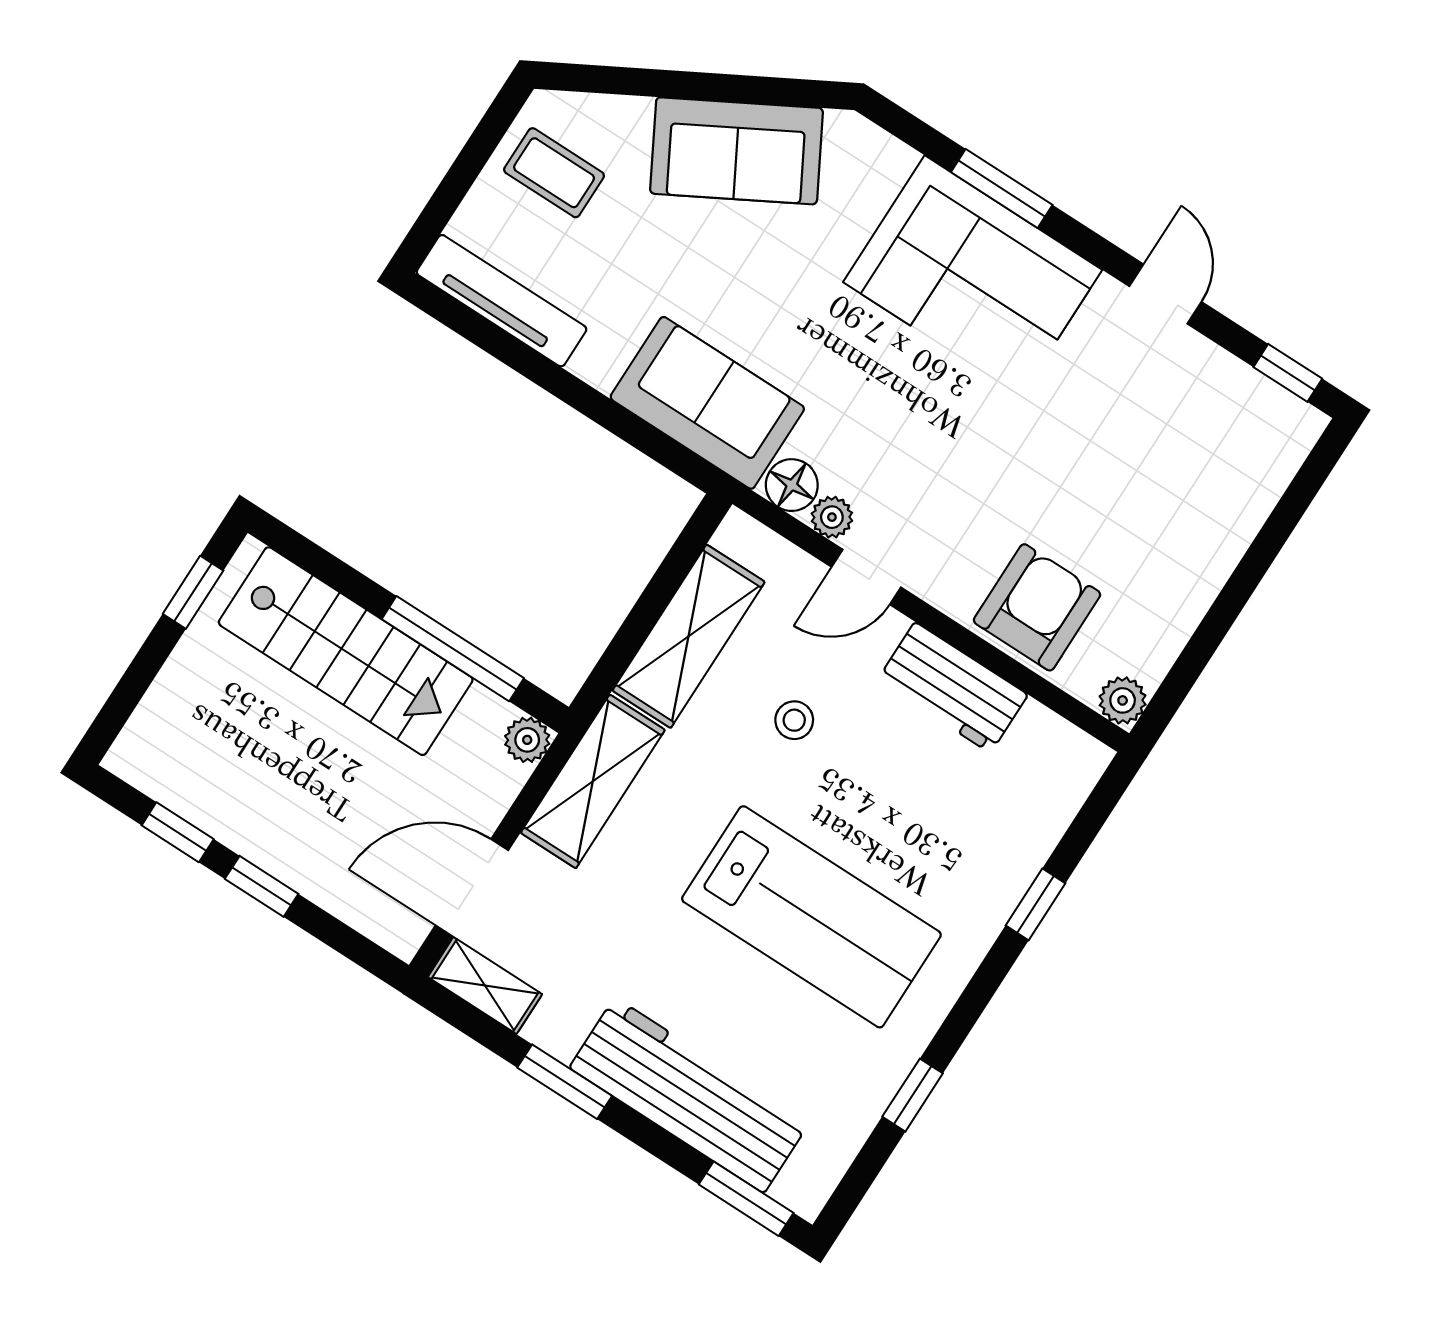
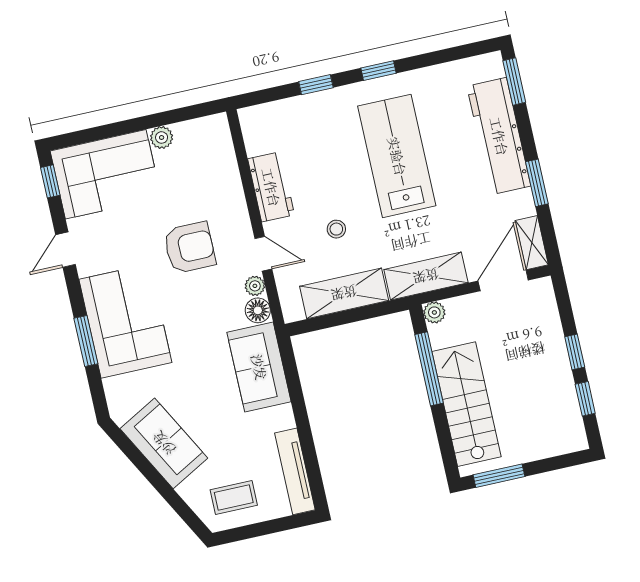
coffee table: (554, 173) -> (234, 497), turned 90
corner sofa: (1216, 464) -> (106, 174), added
window: (193, 592) -> (499, 476), width x1.50
armchair: (1037, 607) -> (190, 248), moved, turned 180
plant: (1123, 700) -> (162, 137), moved
door: (472, 888) -> (503, 280), swing flipped
window: (913, 1095) -> (379, 71), moved

